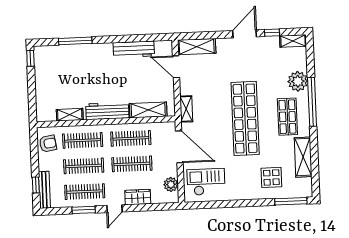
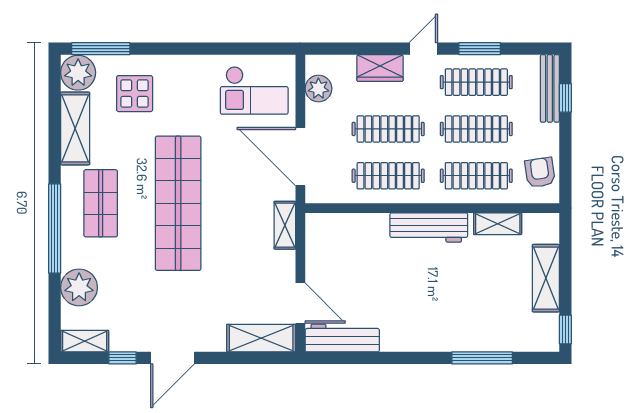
workbench: (134, 49) -> (342, 338), moved
plant: (298, 81) -> (79, 287), moved
shelving: (148, 110) -> (546, 278), moved, turned 90
armchair: (48, 144) -> (540, 173), turned 91
plant: (303, 188) -> (78, 73), added

